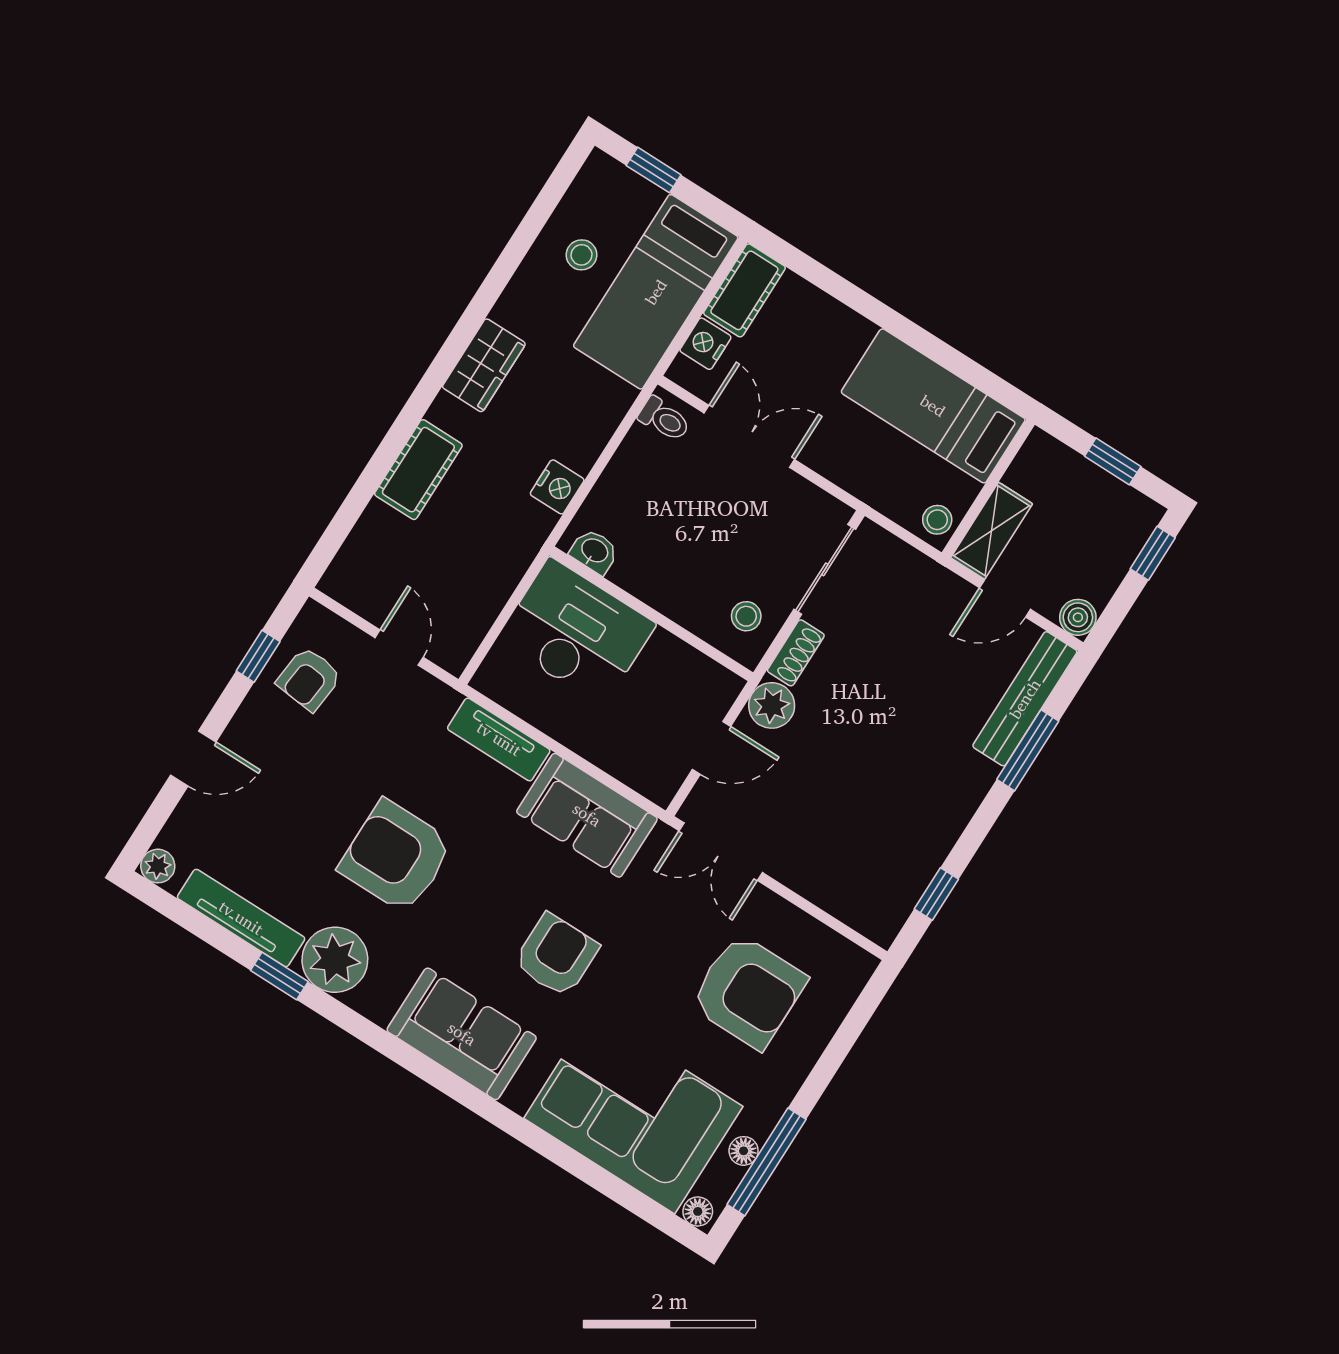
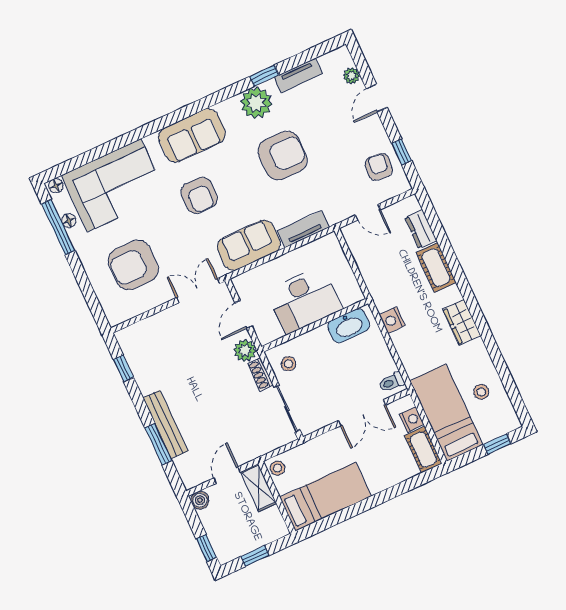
dresser: (369, 538) -> (421, 229), added
washbasin: (594, 551) -> (349, 326), width x1.91, depth x1.45
desk: (576, 632) -> (304, 300), moved
bench: (1025, 699) -> (166, 424), moved
plant: (158, 866) -> (352, 76), moved
tv unit: (241, 918) -> (298, 75), width x0.71

